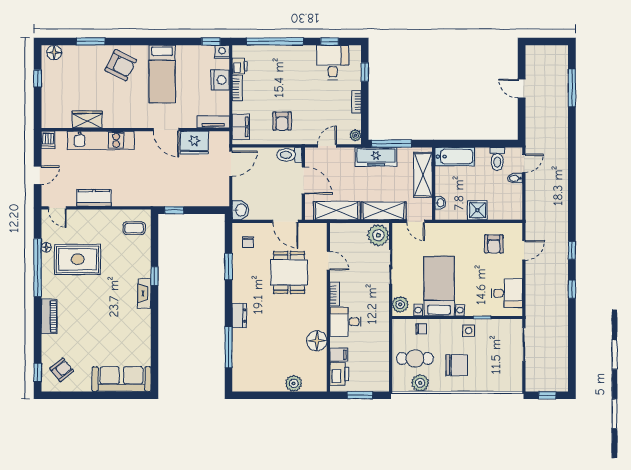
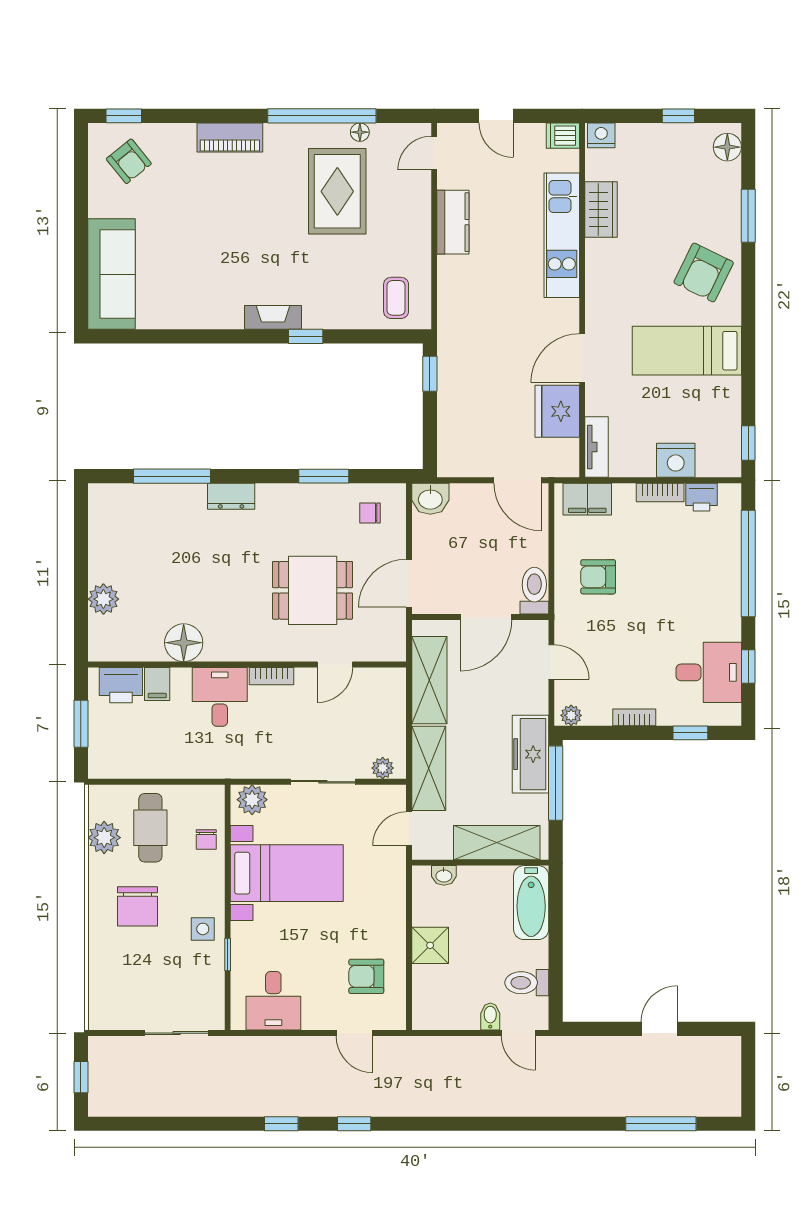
nightstand: (222, 52) -> (601, 135), moved, turned -90
plant: (378, 235) -> (383, 768), width x0.53, depth x0.53

